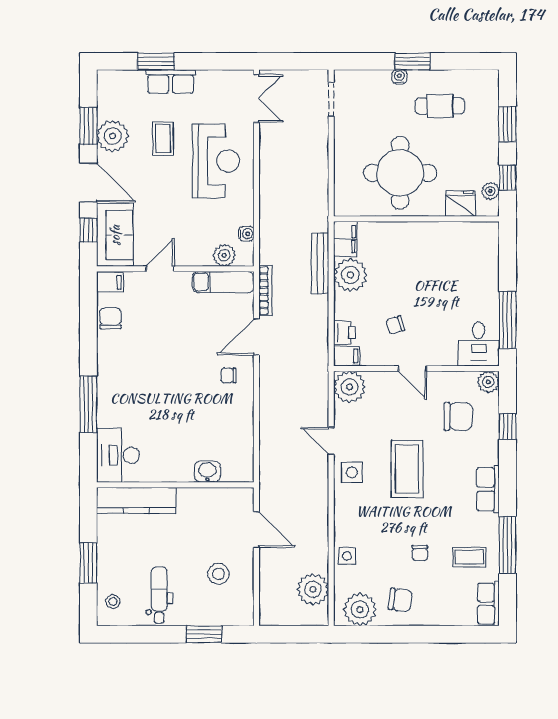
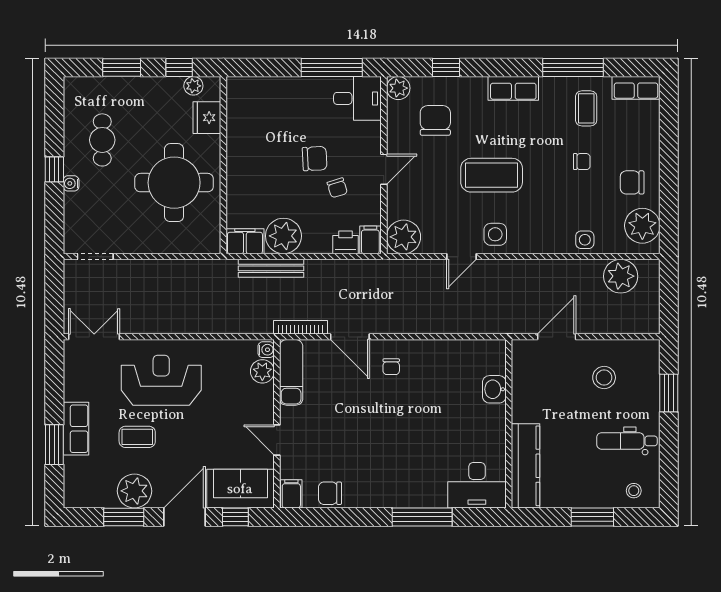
window: (412, 61) -> (54, 169), width x0.67
water cooler: (246, 234) -> (266, 350), moved, turned 90
chair: (423, 304) -> (315, 159), added
chair: (400, 600) -> (632, 182), turned -97

